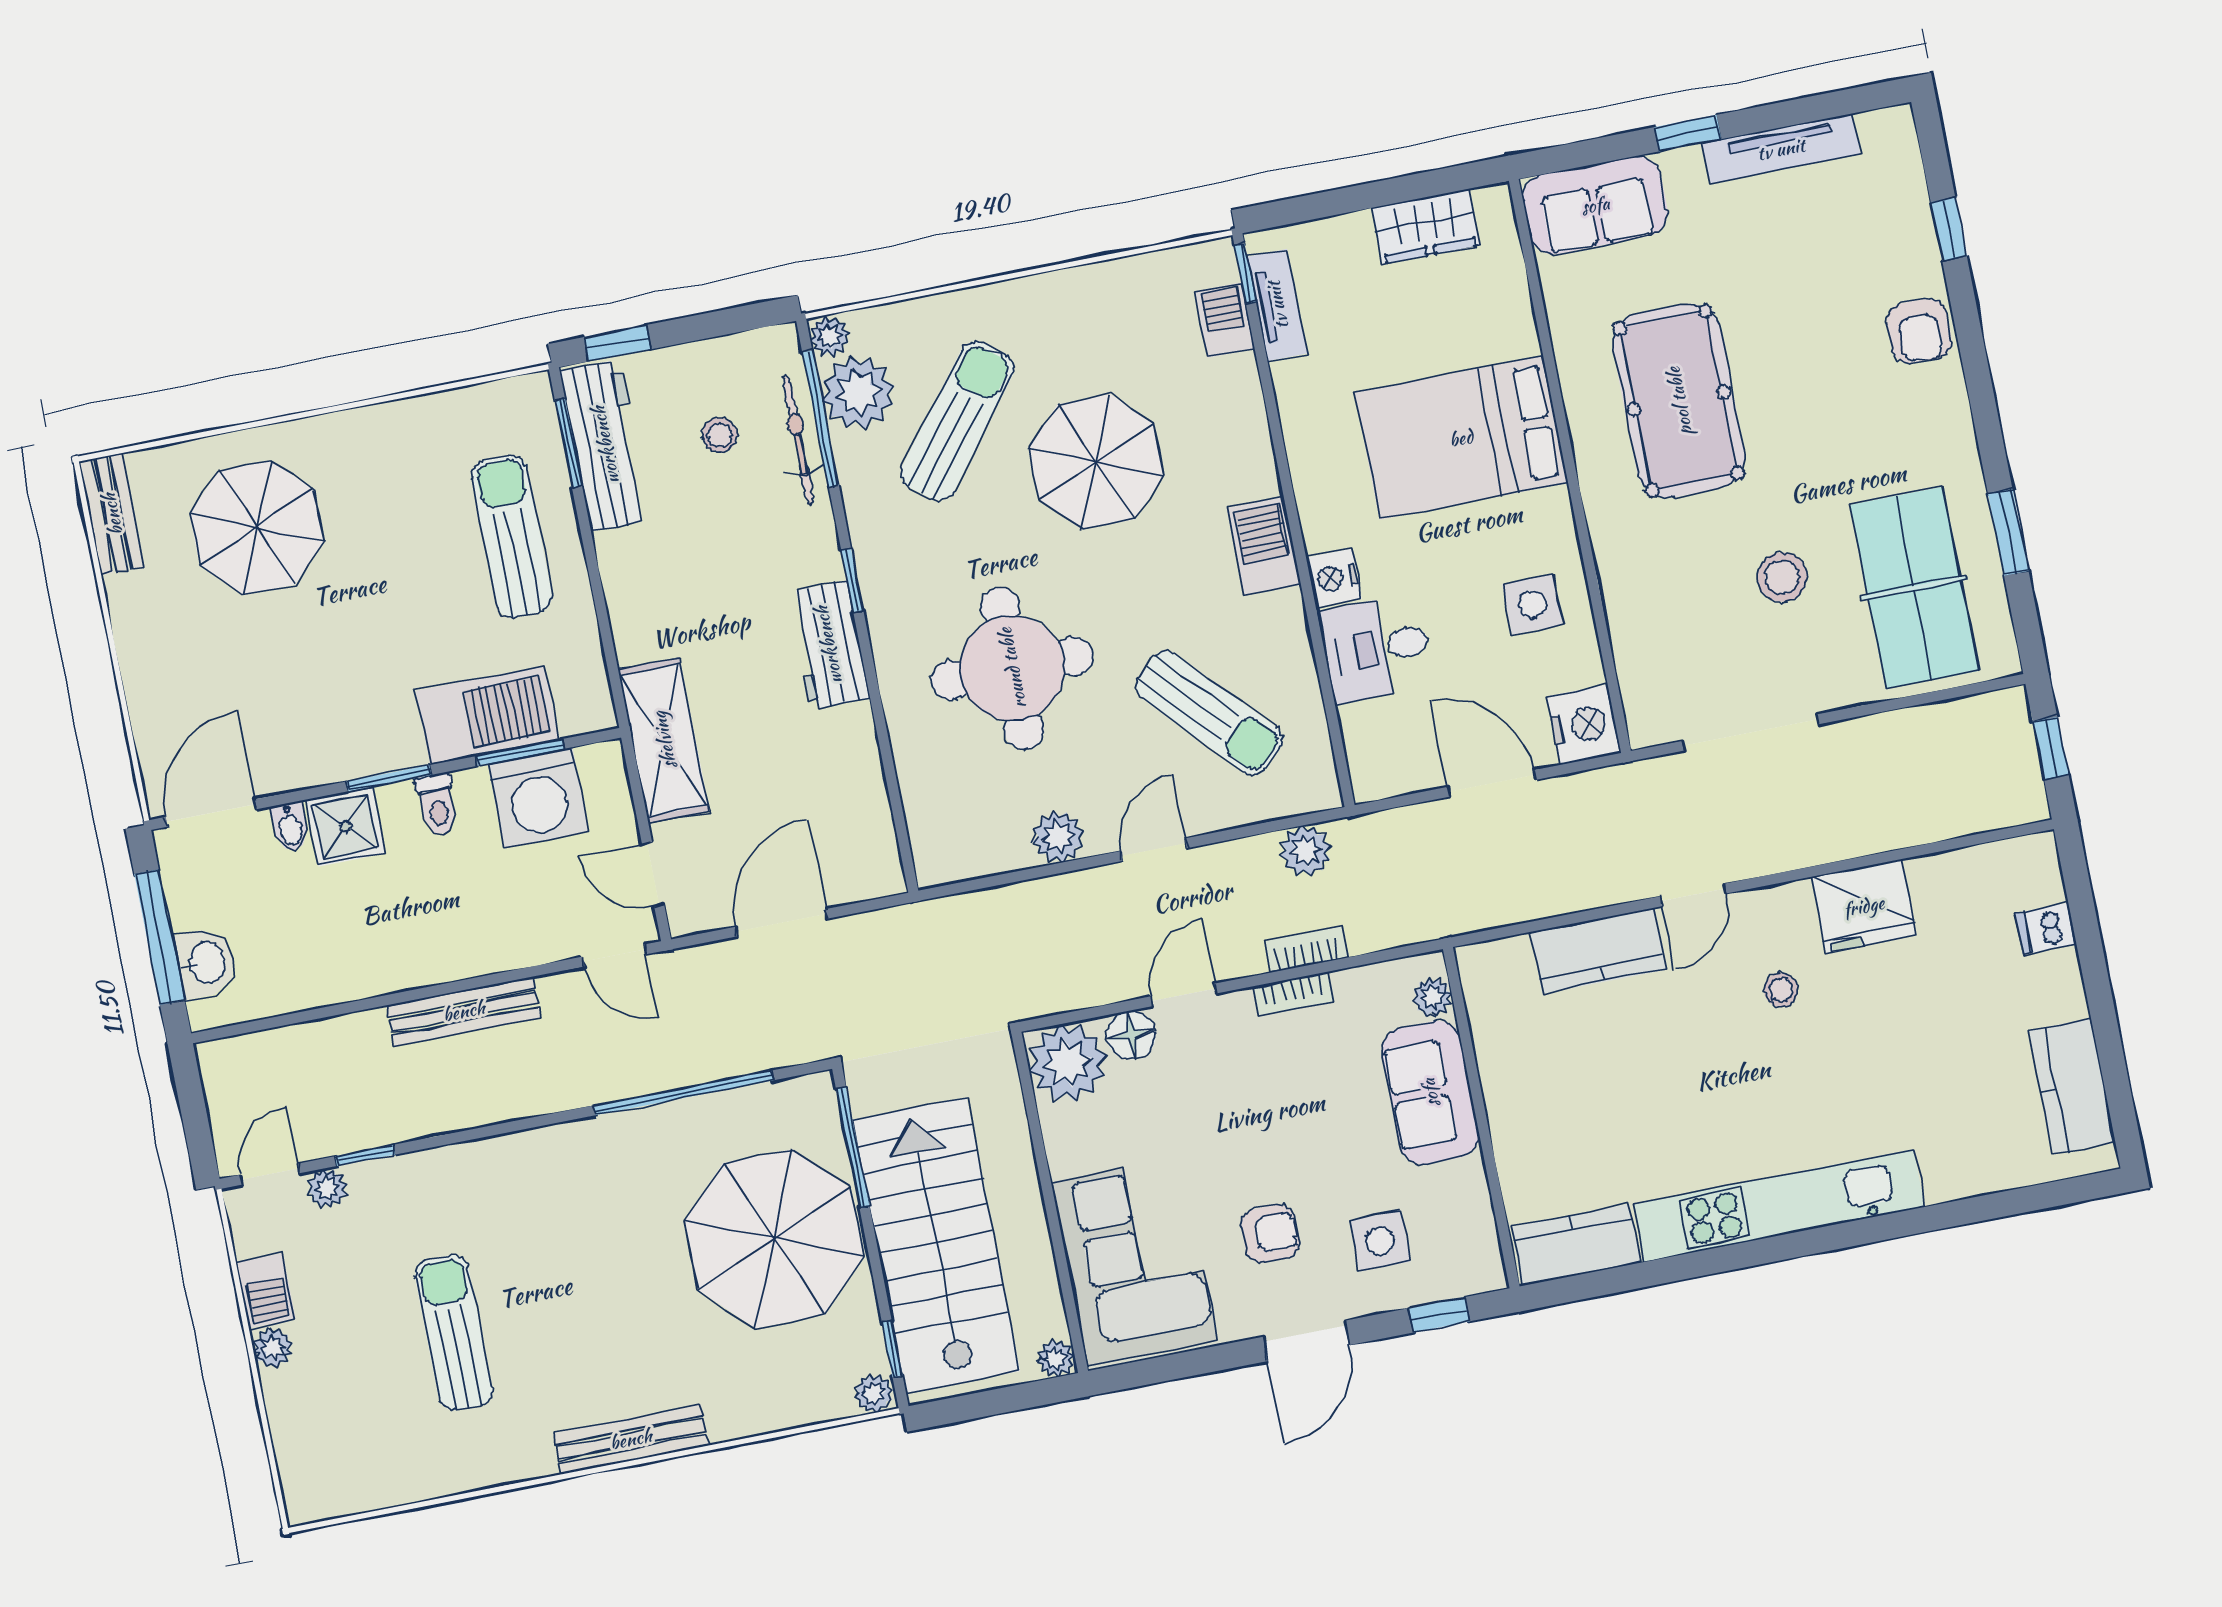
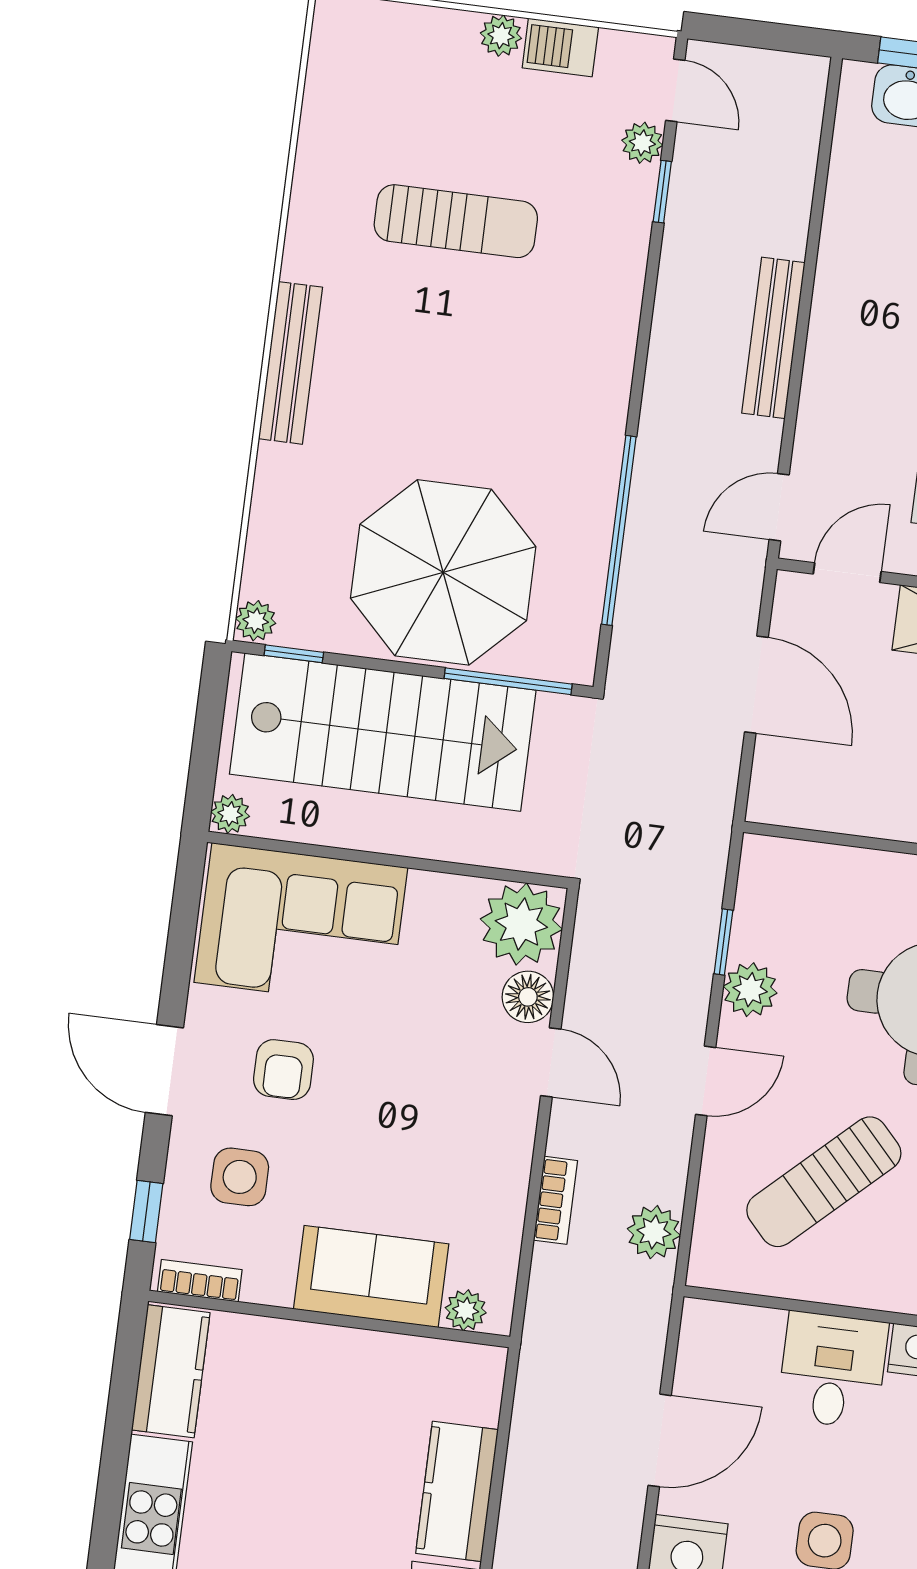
door: (1154, 850) -> (706, 1081), hinge flipped
window: (1023, 875) -> (723, 942), added
bookcase: (1293, 994) -> (200, 1281), moved, turned 90

